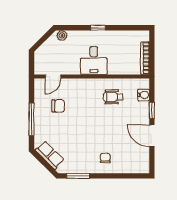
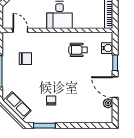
door: (53, 77) -> (20, 30), swing flipped
plant: (144, 153) -> (108, 103), added
chair: (105, 158) -> (51, 101), moved

